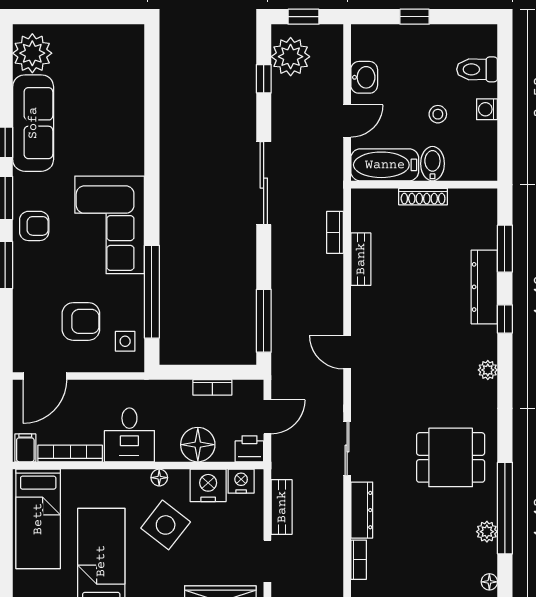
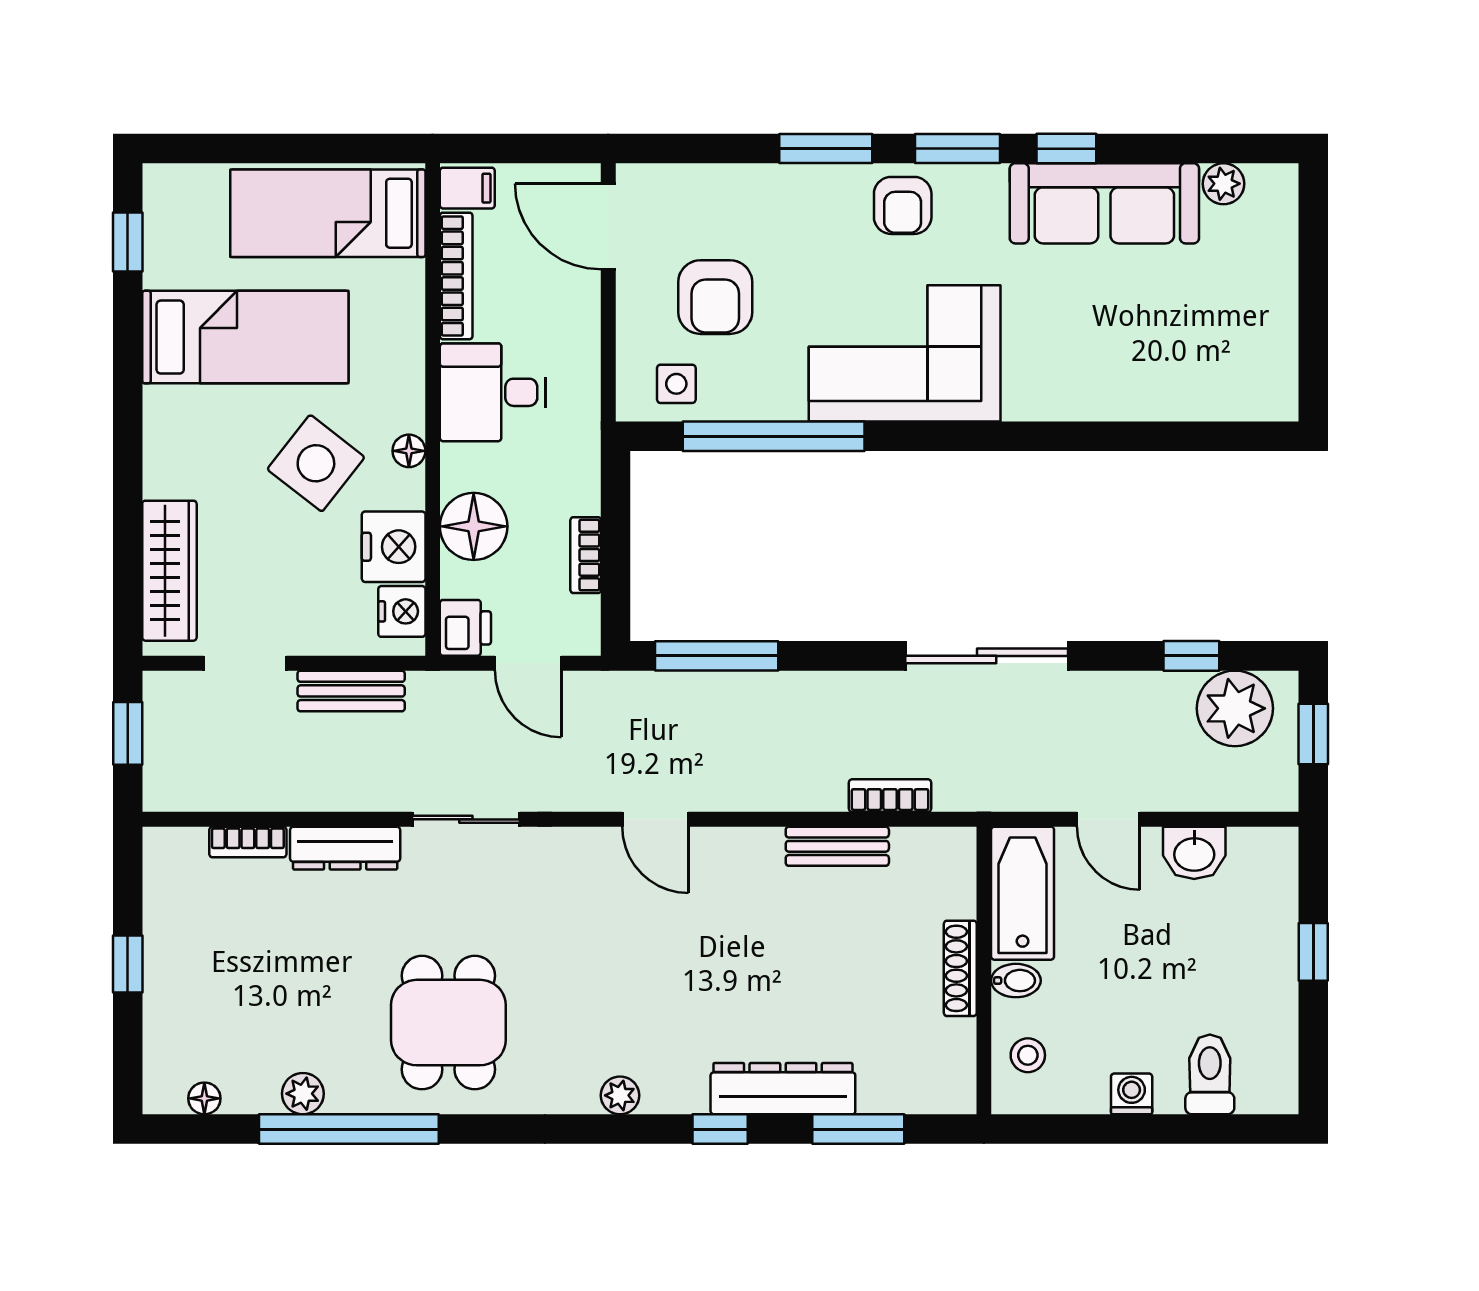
plant: (32, 53) -> (1223, 184), width x0.53, depth x0.53
stool: (438, 114) -> (1028, 1055), moved
bidet: (432, 164) -> (1016, 981), width x0.72, depth x0.74
door: (347, 352) -> (655, 819), swing flipped

